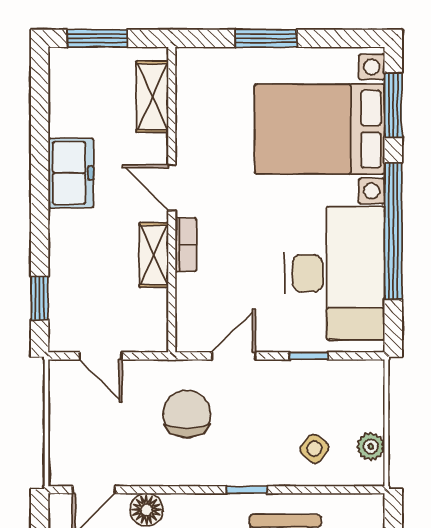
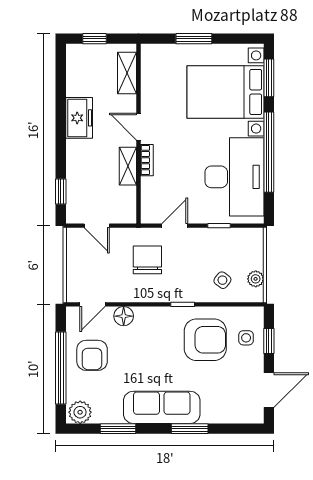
window: (97, 38) -> (95, 39), width x0.67

